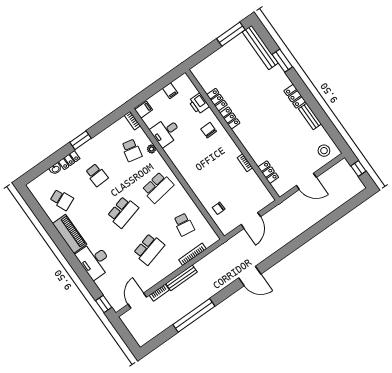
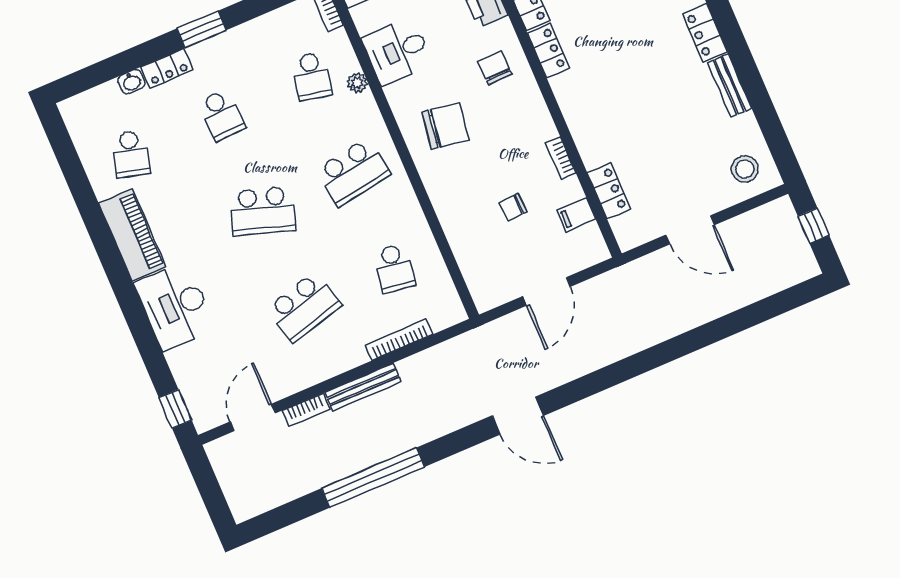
chair: (193, 159) -> (445, 126), added
filing cabinet: (257, 185) -> (576, 215), added
school desk: (62, 200) -> (131, 154), turned 39
chair: (219, 208) -> (513, 207), moved
school desk: (123, 212) -> (262, 211), turned 33

